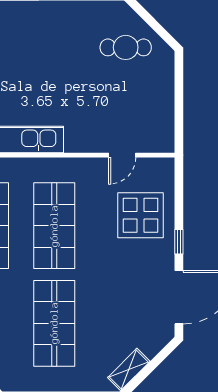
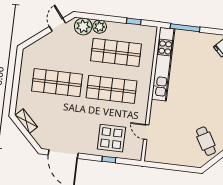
cafe table: (126, 47) -> (206, 141), turned -30
window: (179, 242) -> (109, 160), moved

